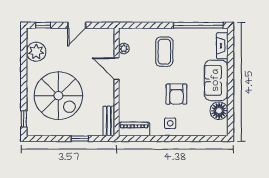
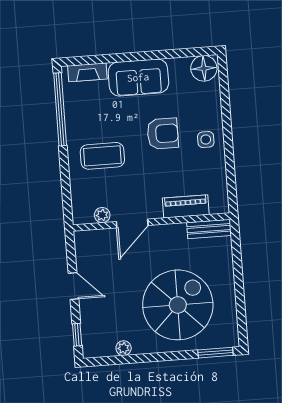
plant: (36, 52) -> (124, 348), width x0.53, depth x0.53
floor lamp: (219, 111) -> (204, 68), moved
window: (24, 119) -> (215, 353), width x1.50
piano: (134, 129) -> (186, 206), moved, turned 90
window: (80, 139) -> (238, 269), removed

